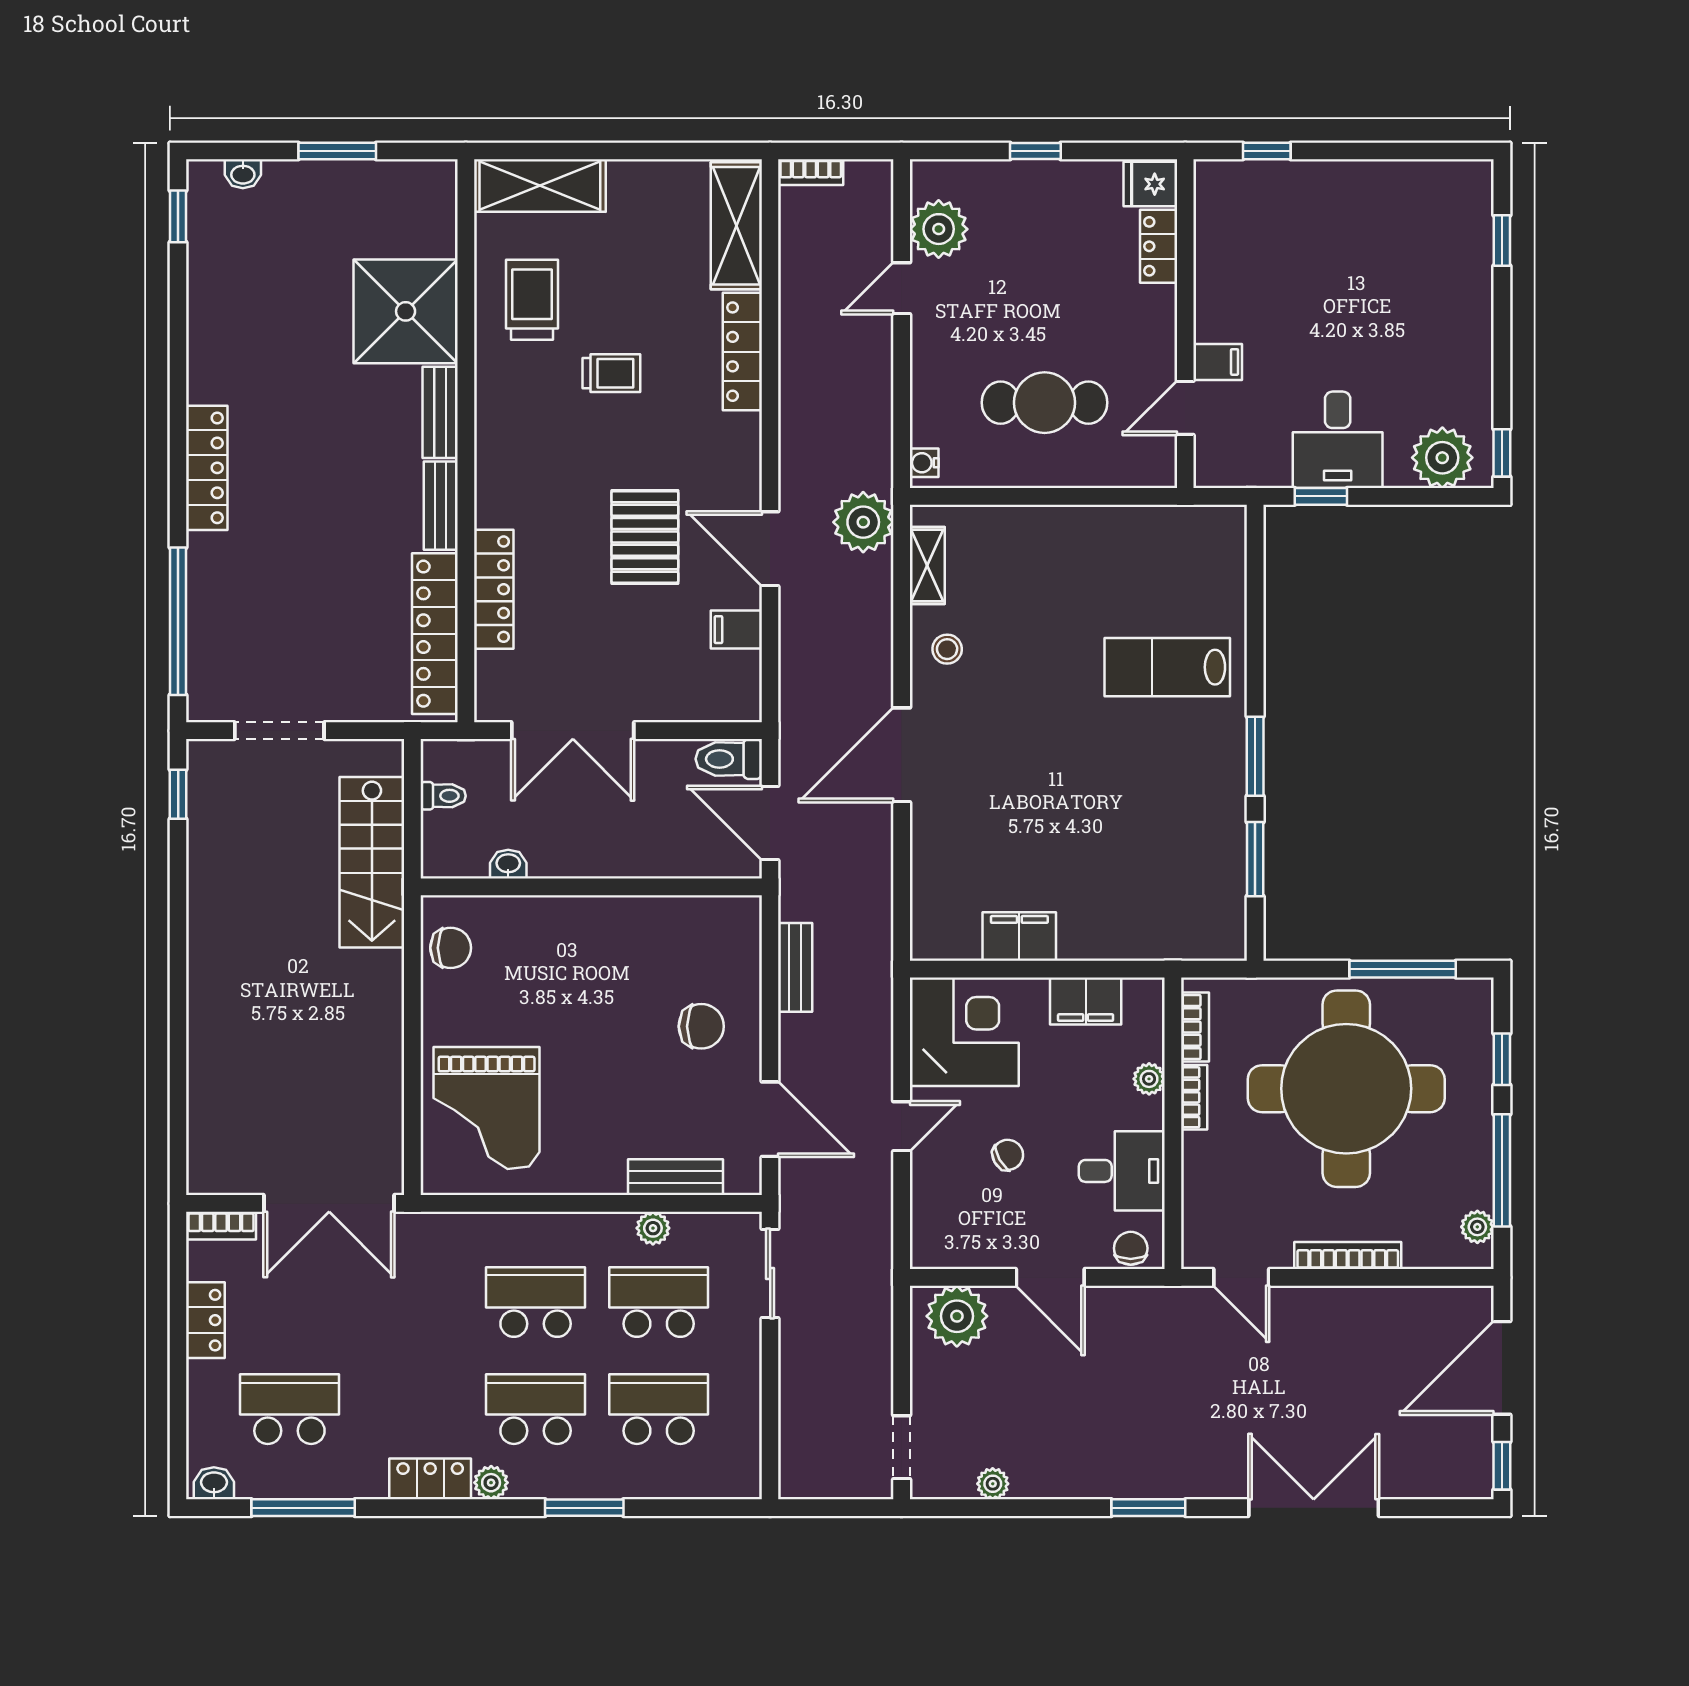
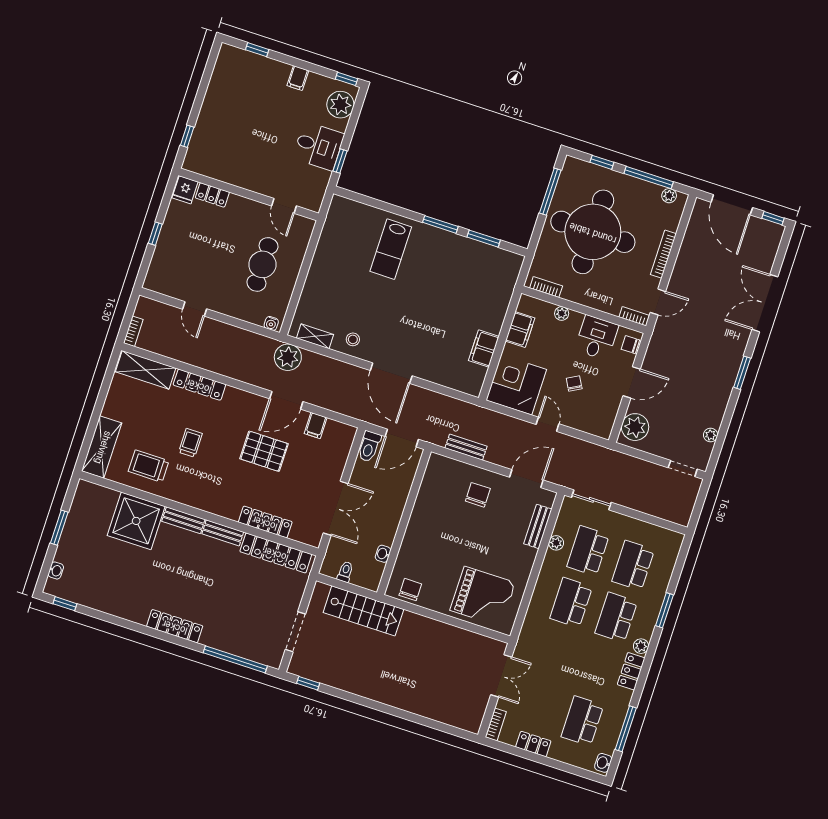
plant: (939, 229) -> (175, 285), removed
filing cabinet: (1218, 362) -> (298, 78), moved, turned 180
bookcase: (1194, 1097) -> (634, 316), moved
double door: (329, 1203) -> (501, 676), width x0.73

